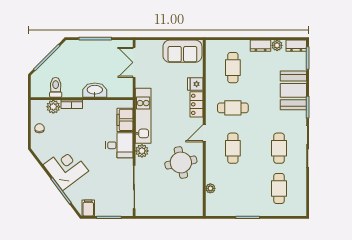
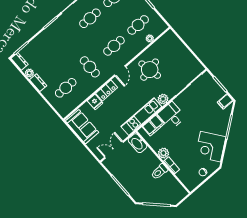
double door: (134, 62) -> (114, 150), swing flipped
toilet: (56, 87) -> (159, 172), moved
washbasin: (95, 90) -> (138, 143), moved
booth: (293, 90) -> (48, 40), removed
plant: (53, 107) -> (163, 153), moved
door: (204, 133) -> (120, 71), hinge flipped
corner desk: (66, 168) -> (210, 147), moved
cafe table: (233, 188) -> (138, 25), added

